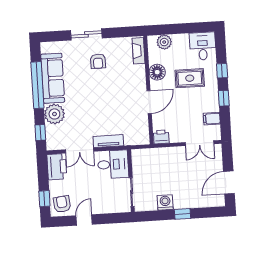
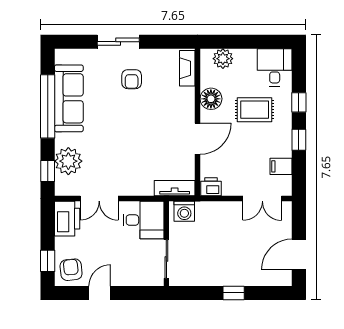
plant: (54, 114) -> (68, 161), moved
tv unit: (108, 141) -> (175, 188), moved
washing machine: (165, 202) -> (184, 211), moved, turned 180

